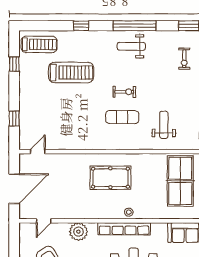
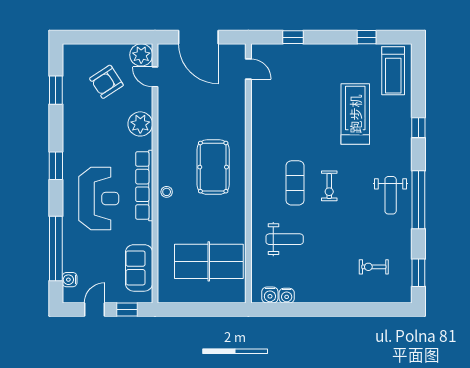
weight bench: (131, 46) -> (391, 195), turned 180
treadmill: (71, 73) -> (355, 114), turned 180
plant: (27, 231) -> (141, 55), added

